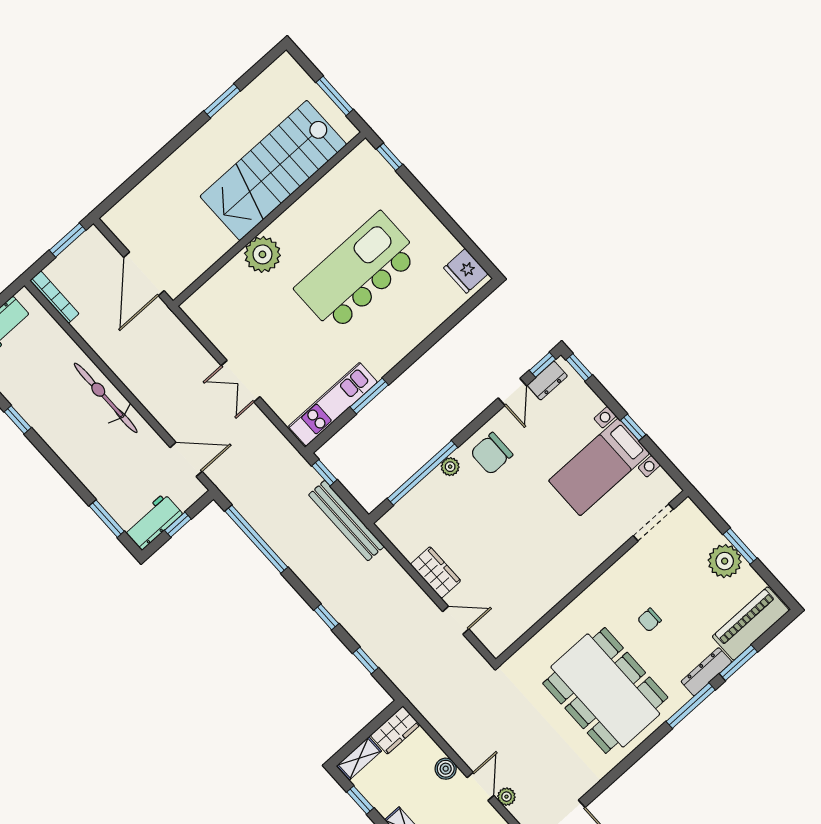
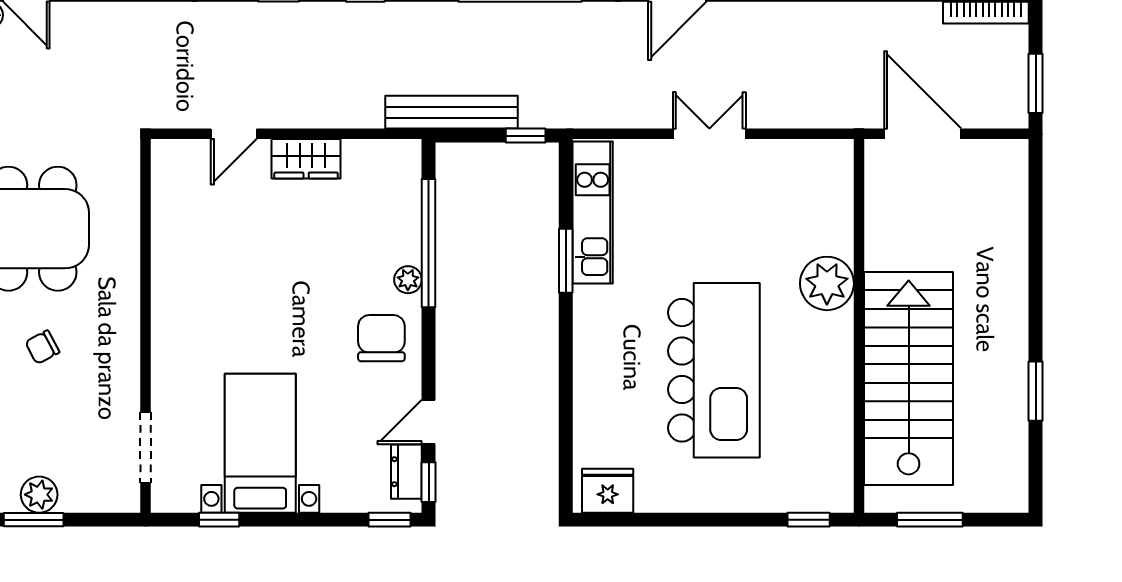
door: (512, 392) -> (429, 422), hinge flipped
window: (633, 427) -> (219, 520), moved
plant: (725, 561) -> (39, 495), width x0.73, depth x0.73
chair: (649, 620) -> (42, 347), turned -118

